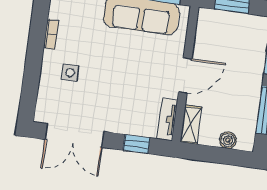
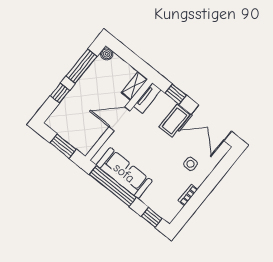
coffee table: (119, 112) -> (174, 121), added
double door: (74, 135) -> (211, 123), swing flipped
boiler: (228, 140) -> (107, 54), moved

